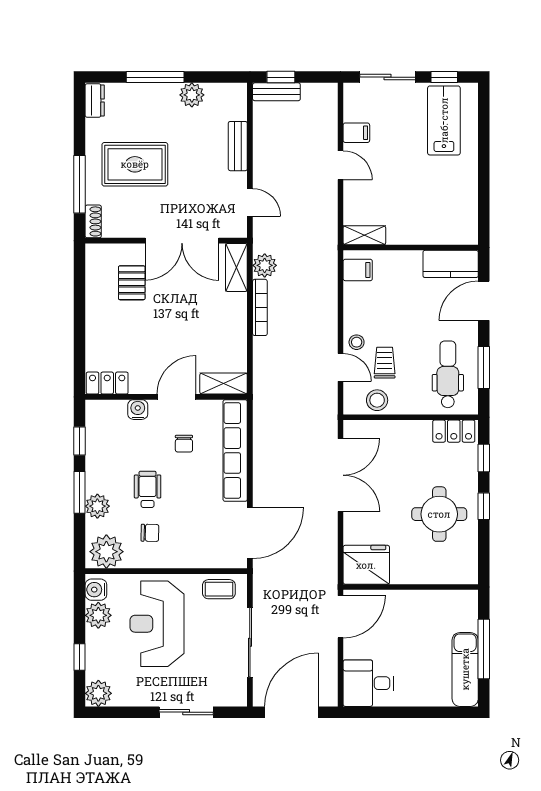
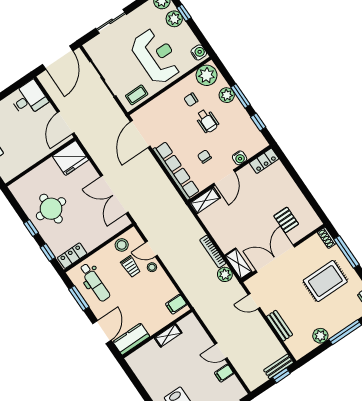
shelving: (364, 235) -> (168, 335), moved
plant: (98, 615) -> (174, 19), moved

